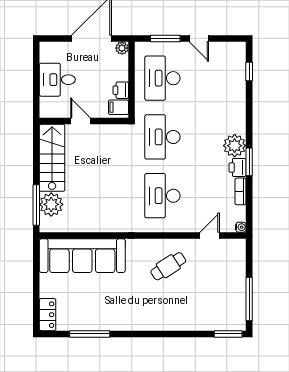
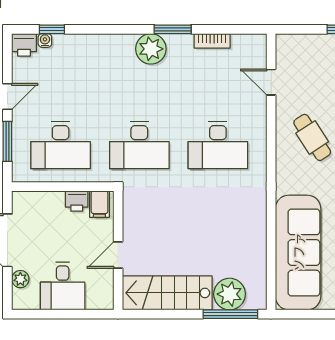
plant: (122, 48) -> (20, 279), moved
printer: (238, 168) -> (24, 45), moved
water cooler: (241, 227) -> (45, 40), moved

